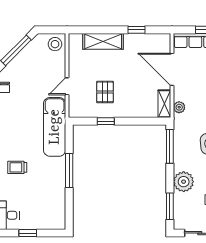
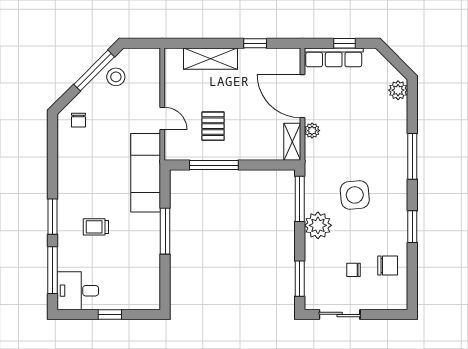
stool: (55, 44) -> (116, 77), moved
door: (67, 86) -> (162, 118), swing flipped
plant: (179, 107) -> (312, 131), moved
window: (106, 121) -> (214, 165), width x2.17
plant: (184, 182) -> (318, 225), moved

